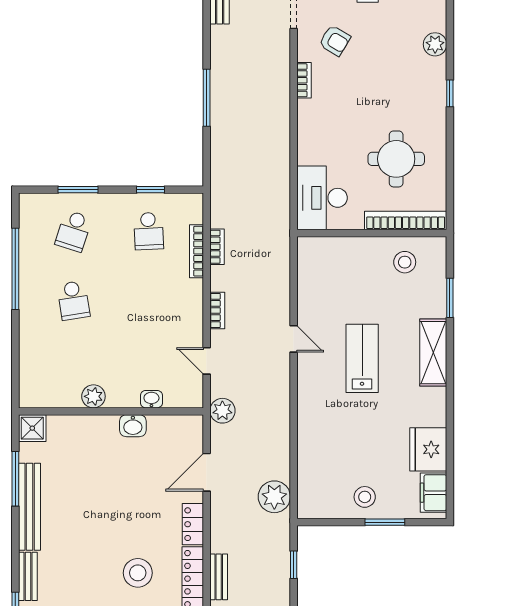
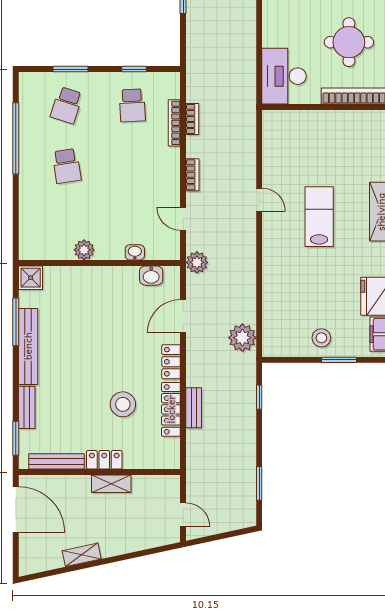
stool: (405, 262) -> (356, 132), removed
washbasin: (133, 426) -> (151, 276), moved

